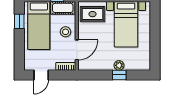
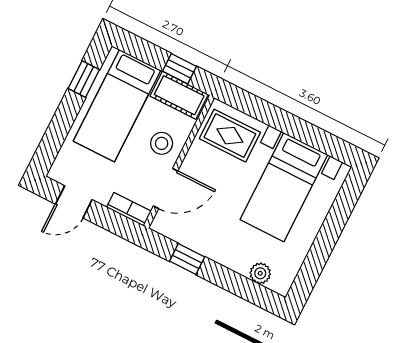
plant: (119, 65) -> (260, 273), moved
window: (119, 75) -> (187, 259), moved

